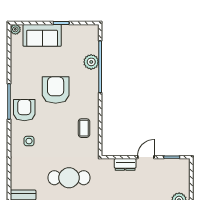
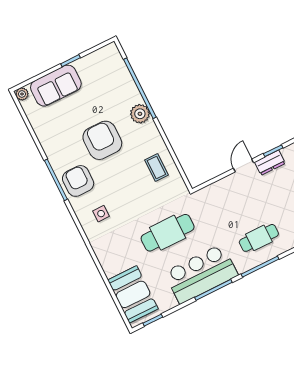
plant: (91, 62) -> (140, 114), moved
dresser: (125, 164) -> (270, 163), moved

